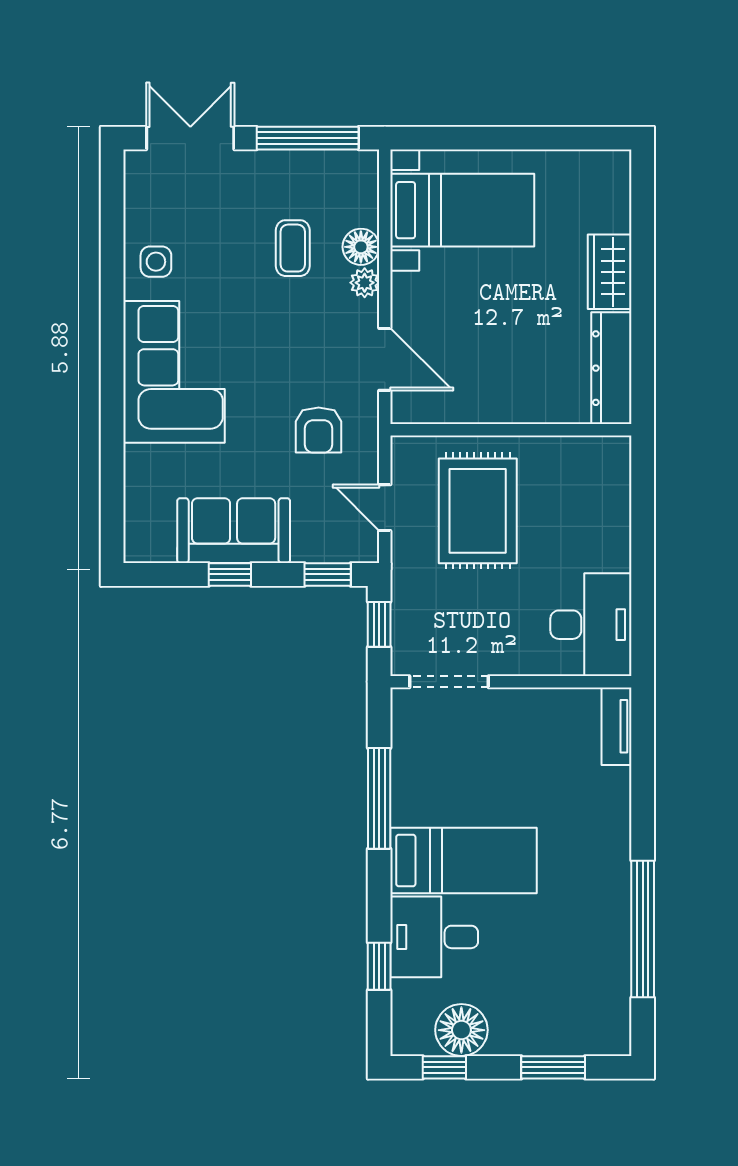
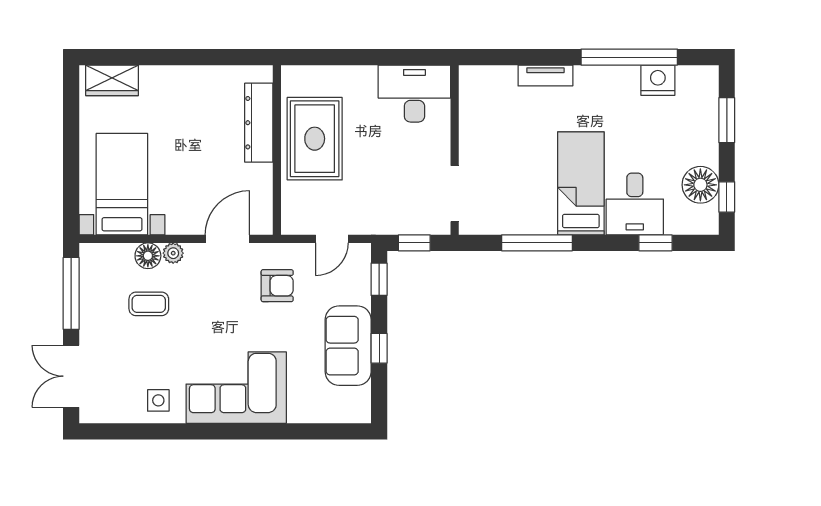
wardrobe: (610, 272) -> (112, 80), moved
dresser: (611, 368) -> (259, 123), moved, turned 90
rug: (478, 511) -> (315, 139), moved, turned 90
tv unit: (616, 726) -> (545, 75), moved
nightstand: (610, 970) -> (658, 80), added

